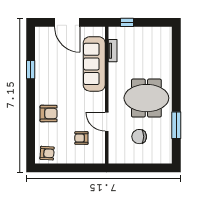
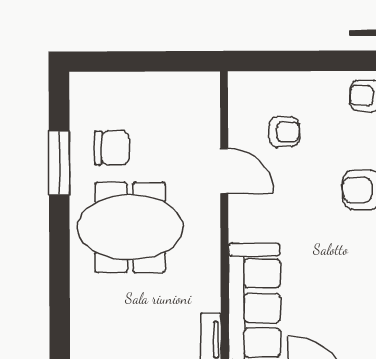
chair: (139, 137) -> (112, 148), moved

